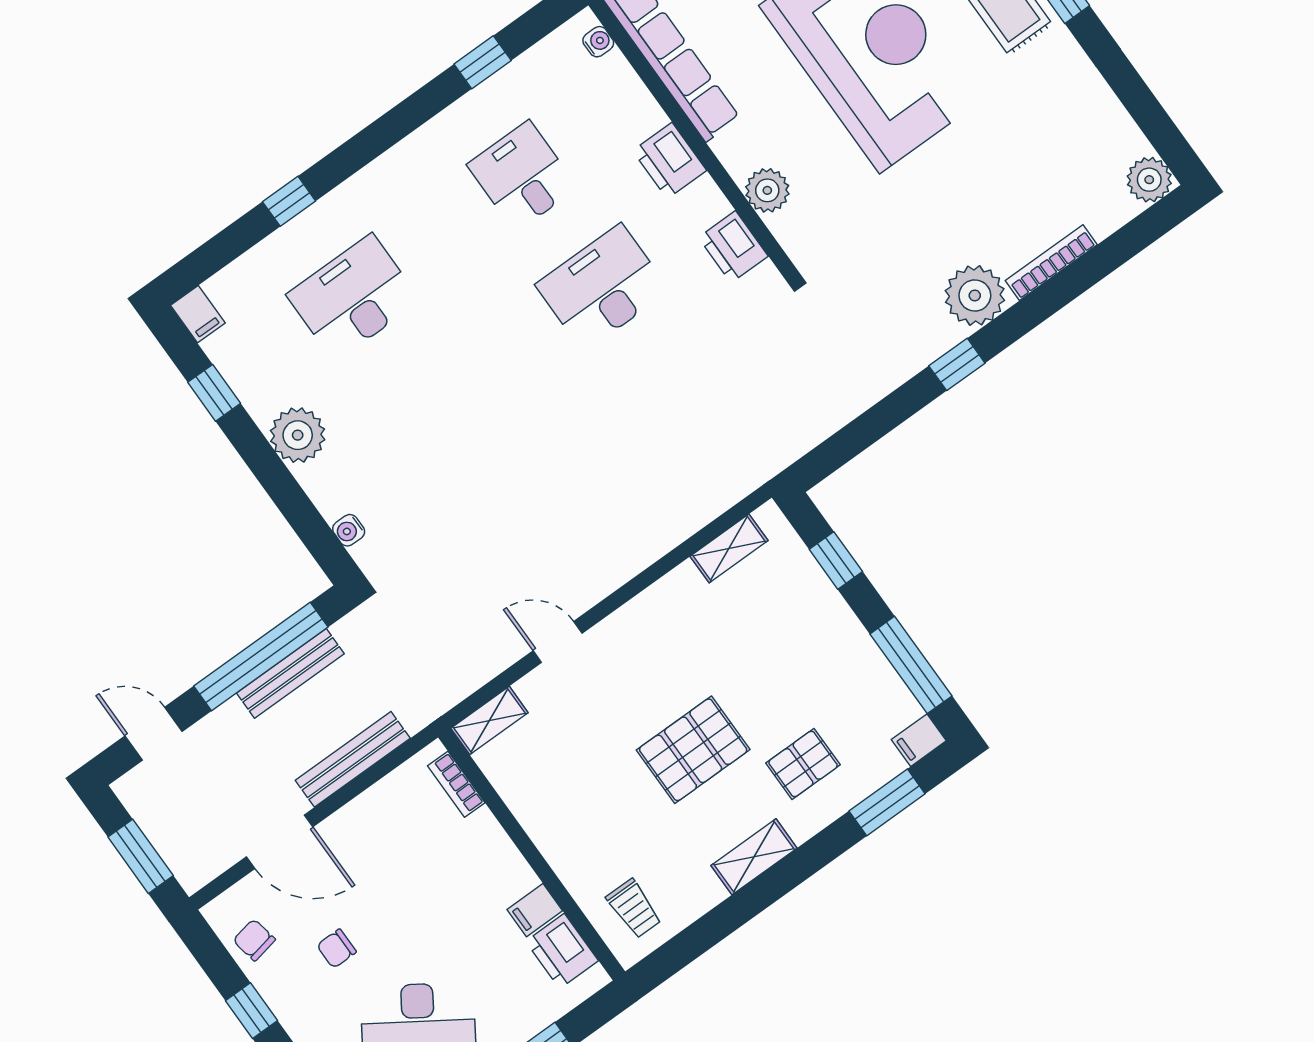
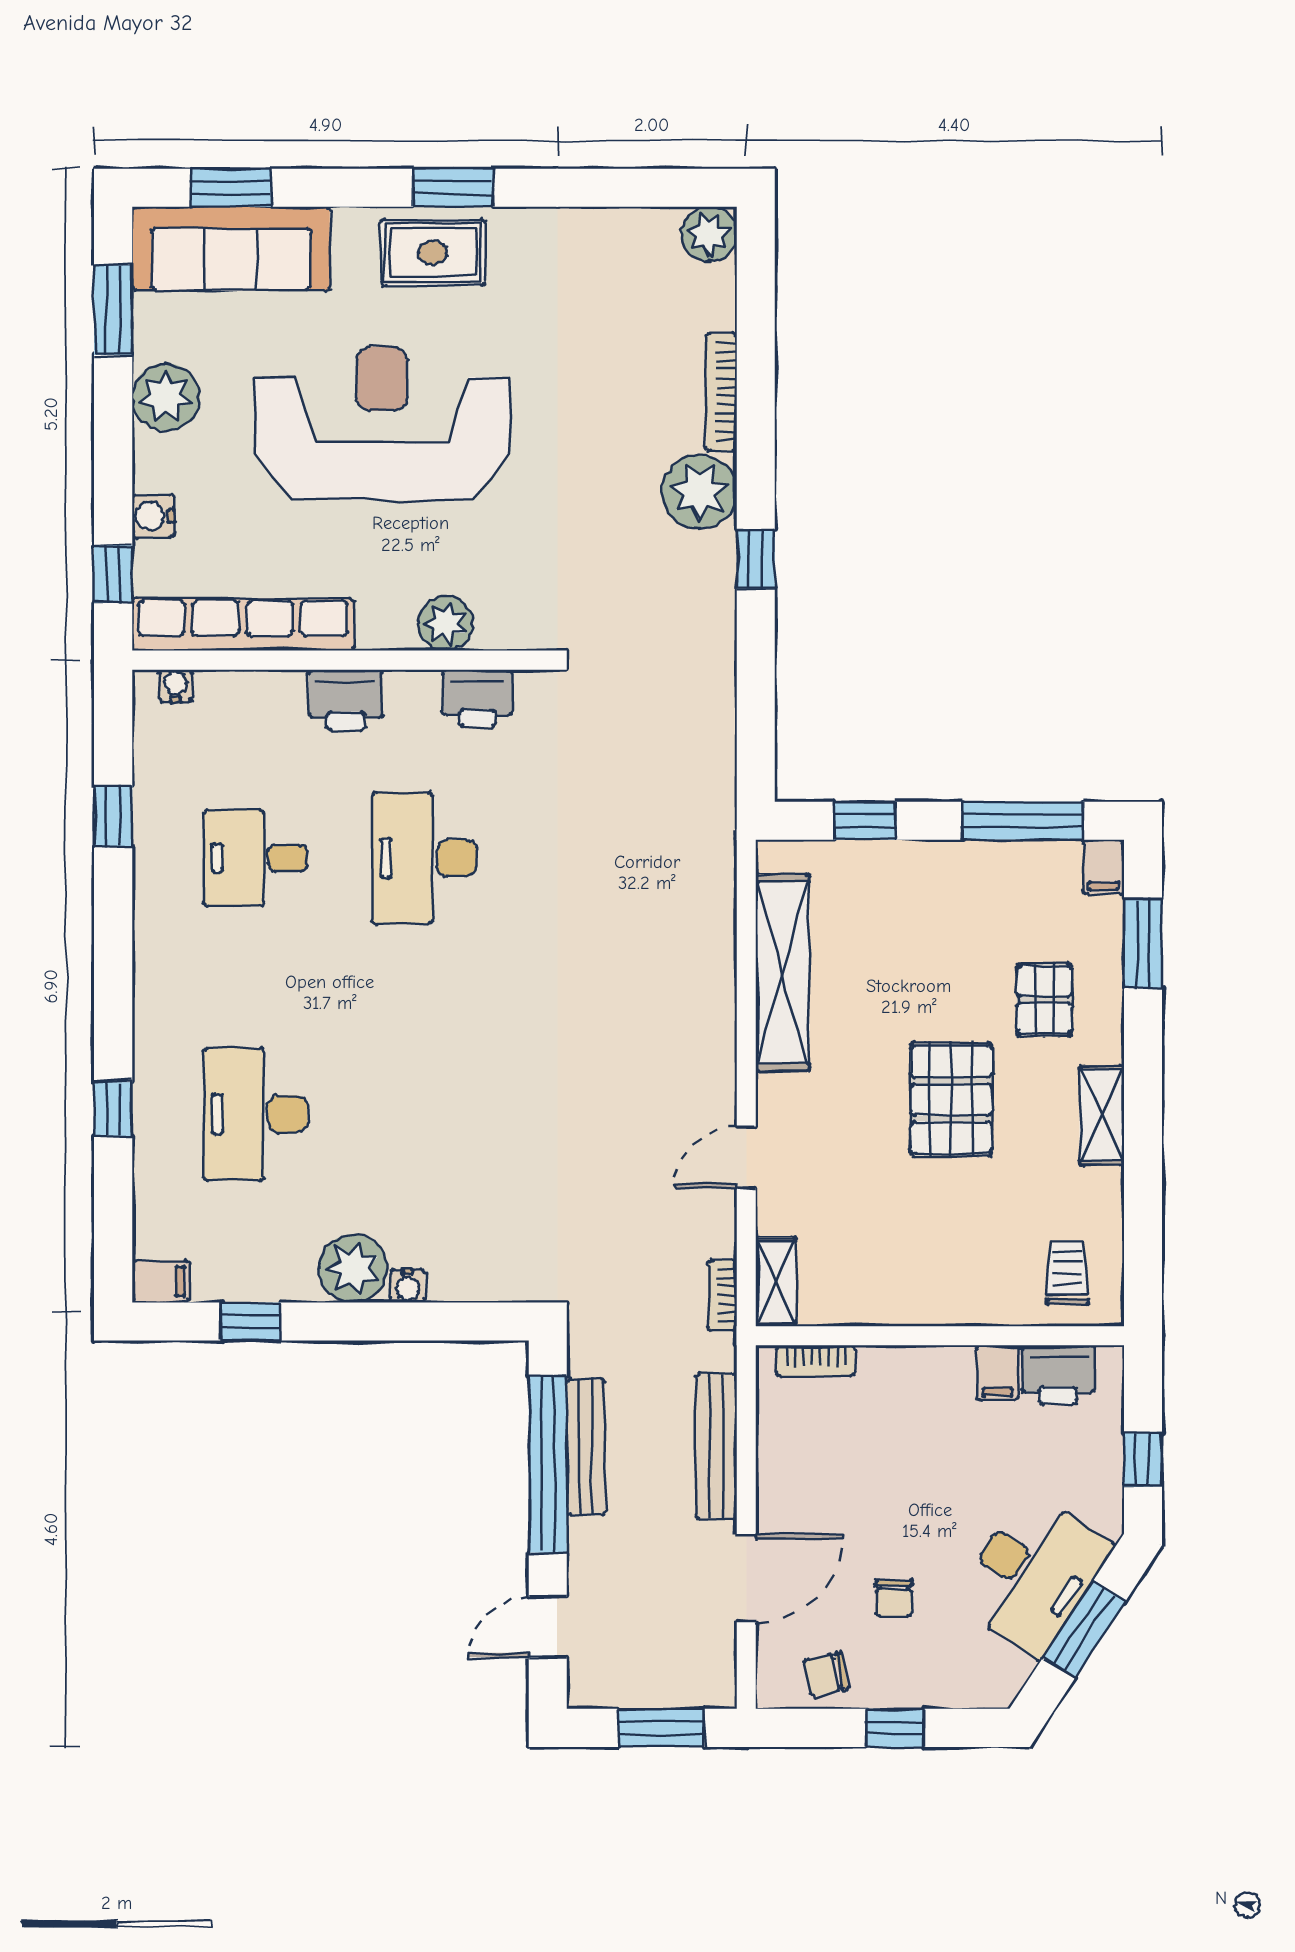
water cooler: (349, 530) -> (408, 1286), moved
shelving: (729, 548) -> (782, 972), width x2.20, depth x1.33
bookcase: (455, 692) -> (723, 1295), added
trolley: (634, 909) -> (1067, 1272), turned -90

